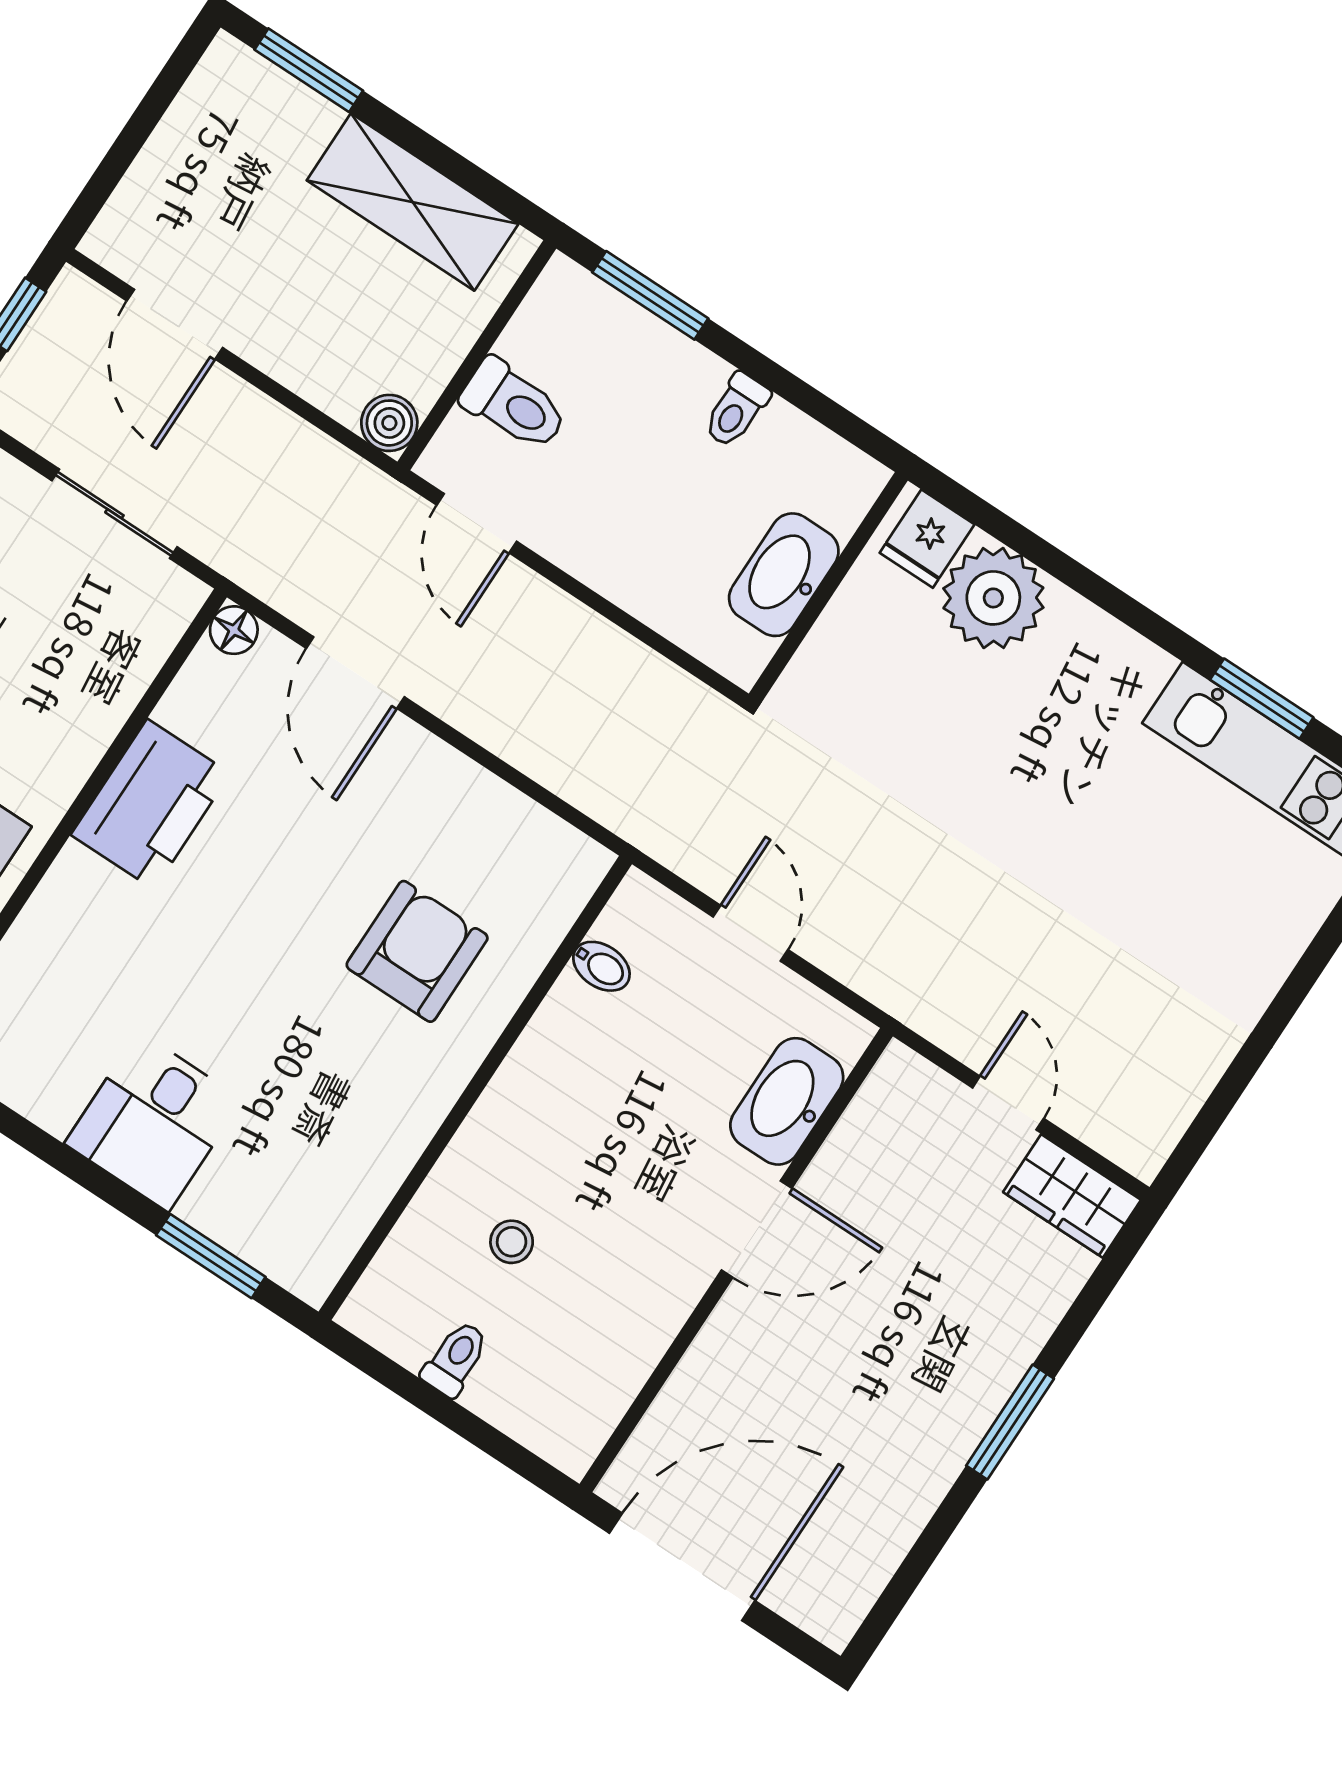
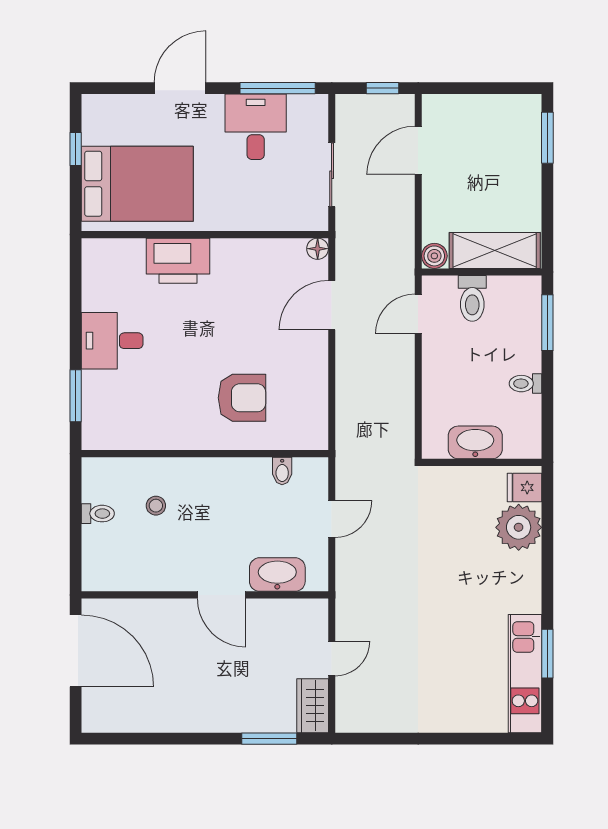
shelving: (413, 202) -> (495, 250), moved, turned 90
printer: (151, 804) -> (178, 261), moved
window: (1010, 1422) -> (269, 739), moved

